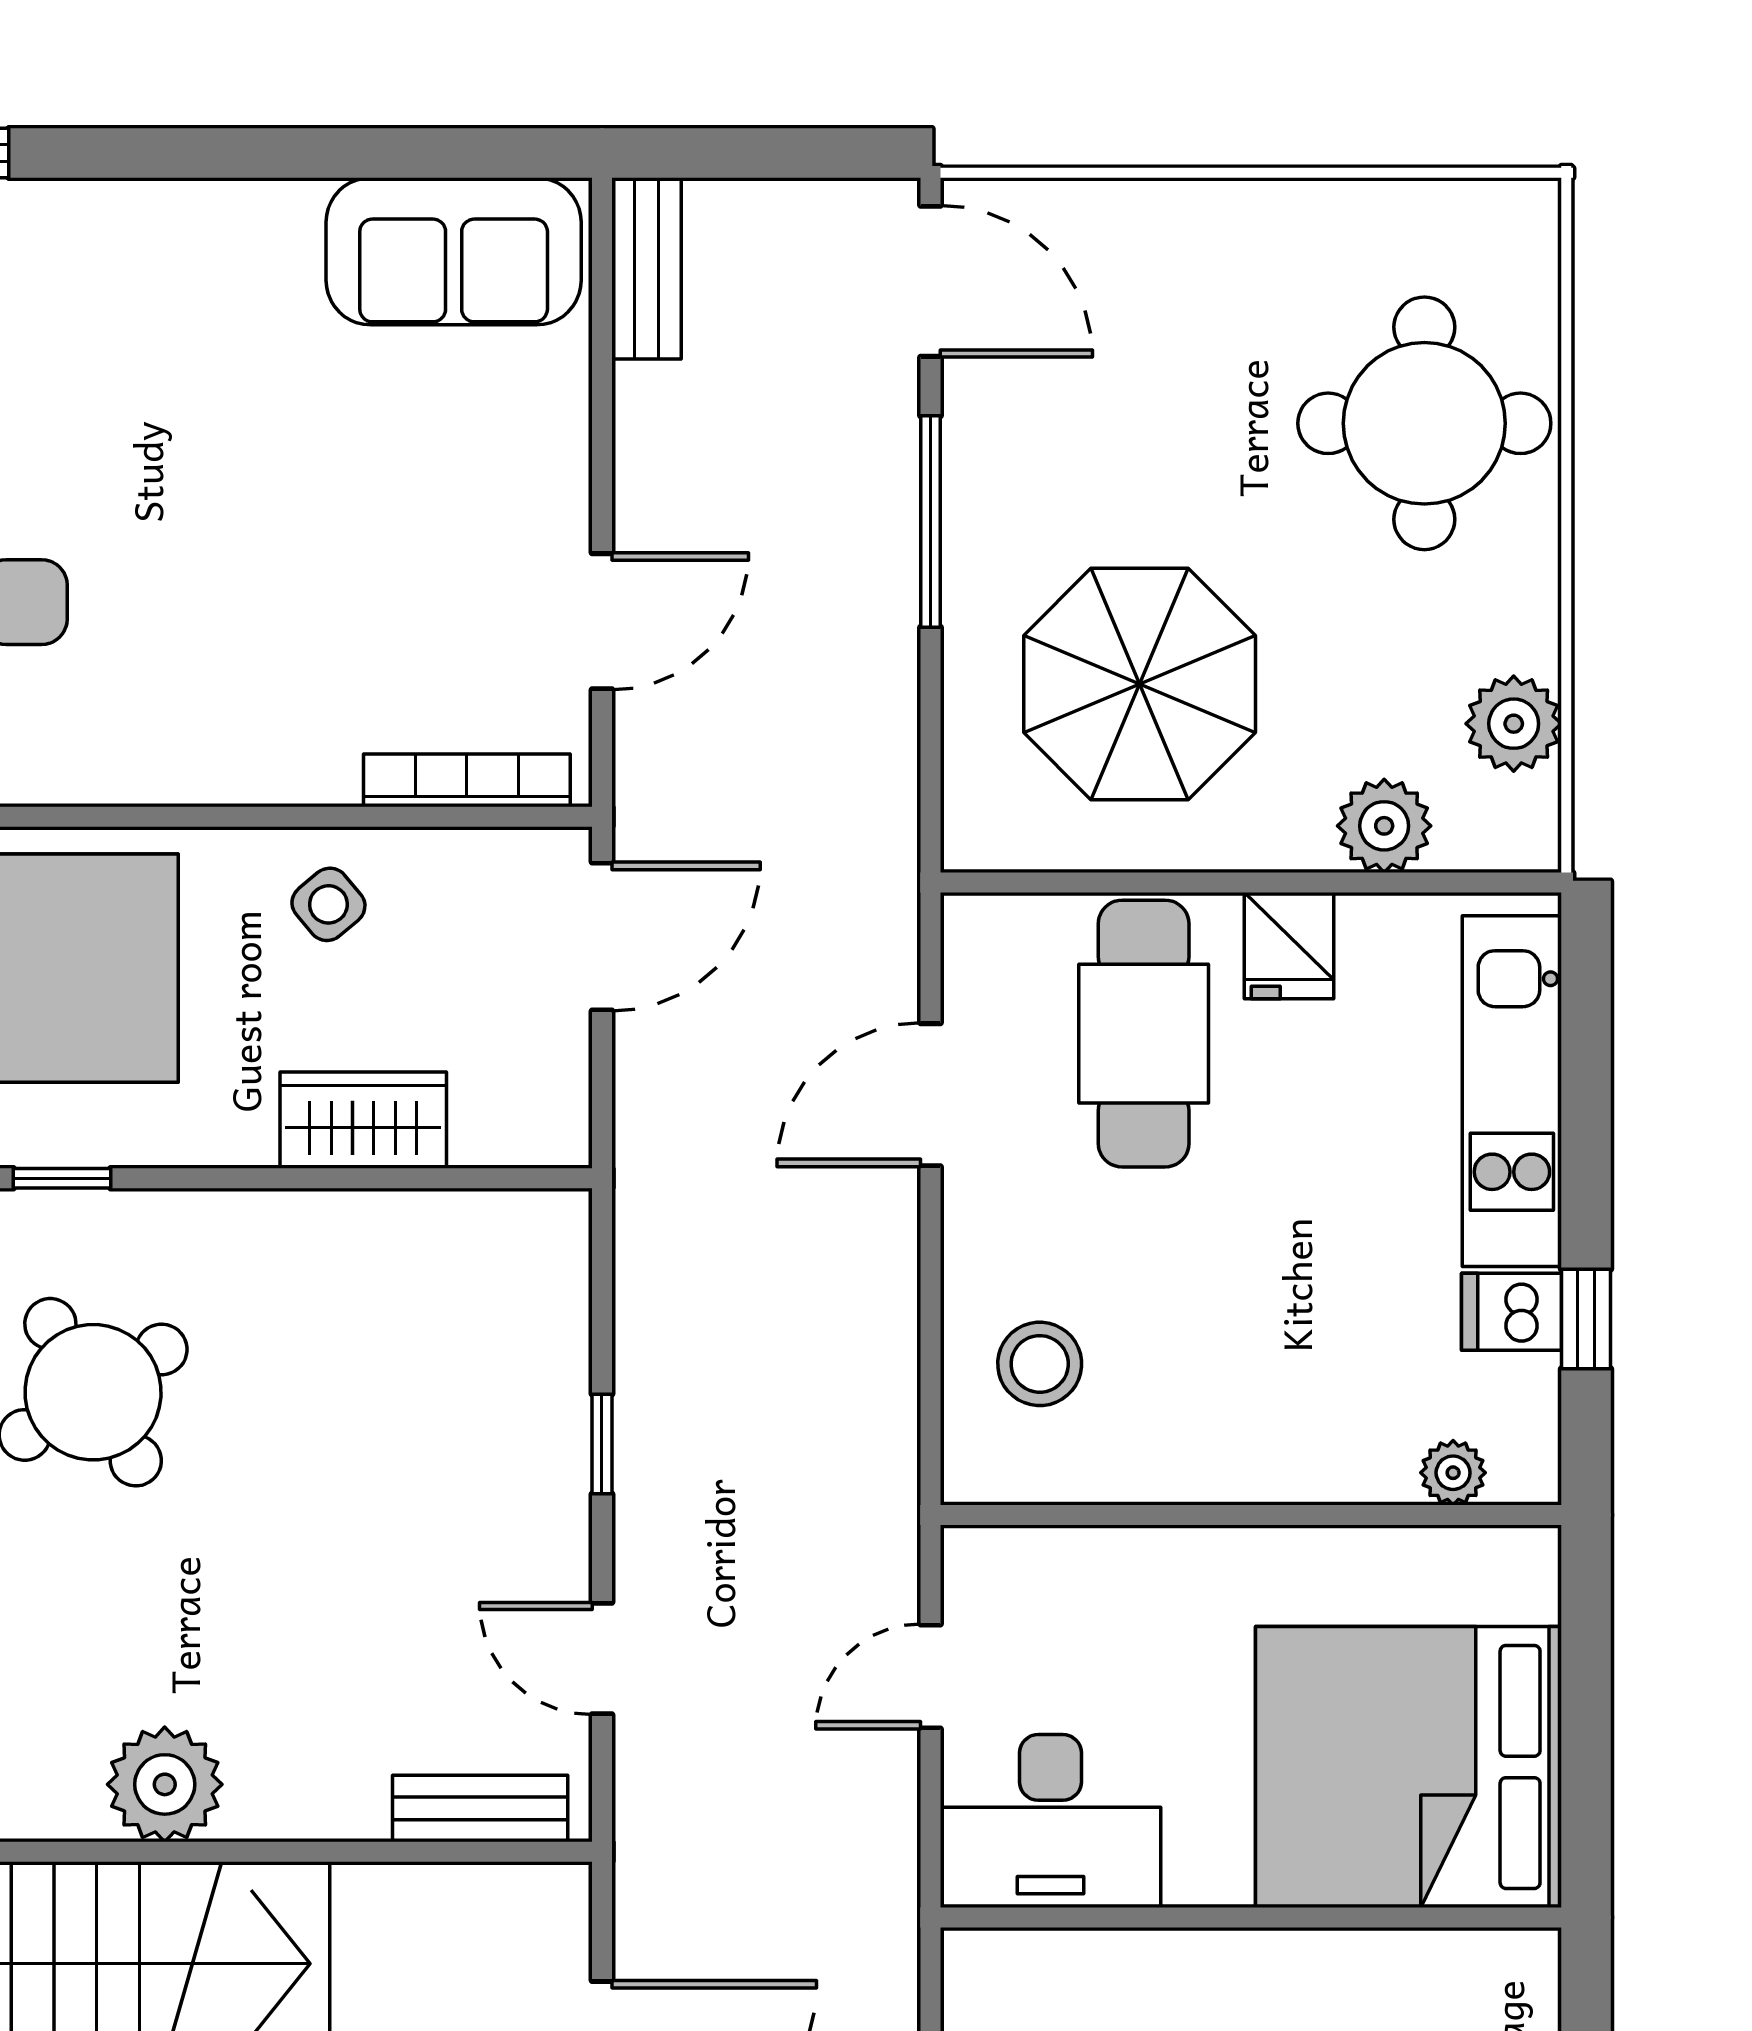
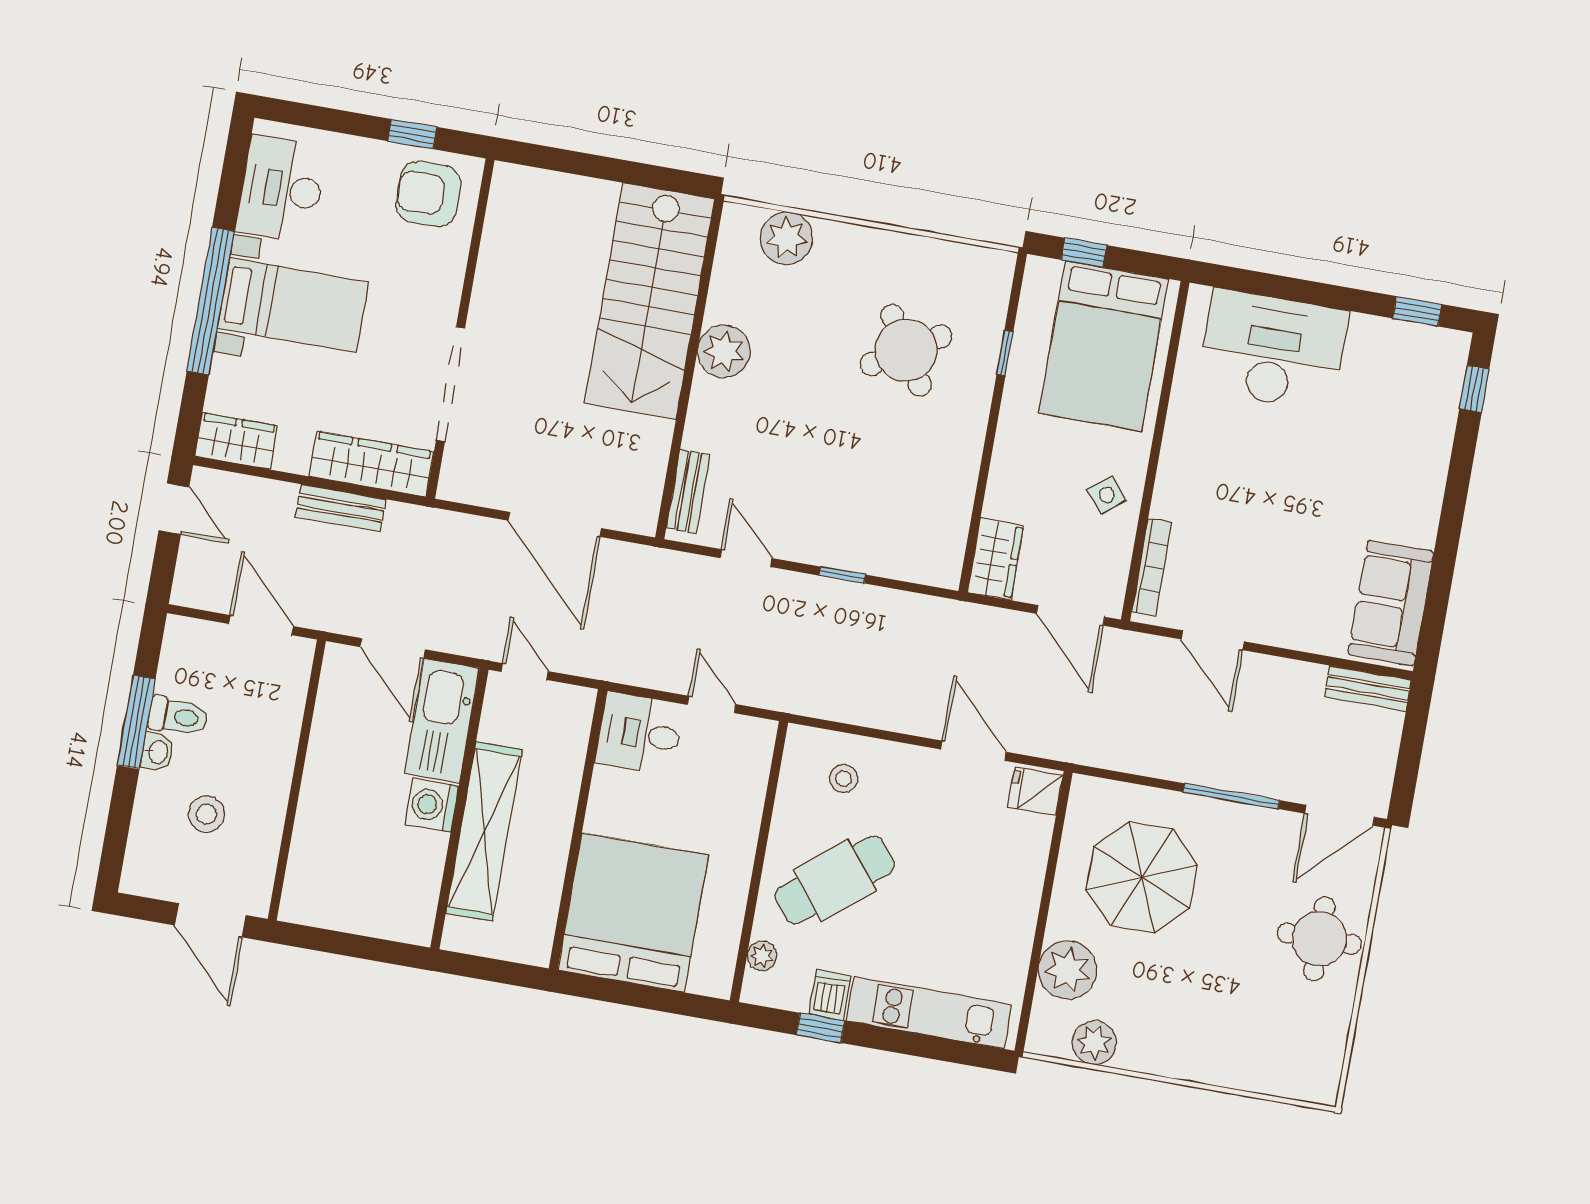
round table: (1424, 423) -> (1319, 939), moved, width x0.73, depth x0.73
plant: (1384, 826) -> (1067, 970), width x1.36, depth x1.36
fridge: (1289, 946) -> (1036, 791), moved
cafe table: (1144, 1034) -> (835, 880), moved, turned -39
wardrobe: (363, 1120) -> (996, 559), moved
stool: (1040, 1364) -> (844, 778), width x0.73, depth x0.73
door: (602, 1658) -> (746, 558), hinge flipped
desk: (1051, 1821) -> (639, 734), width x0.73

